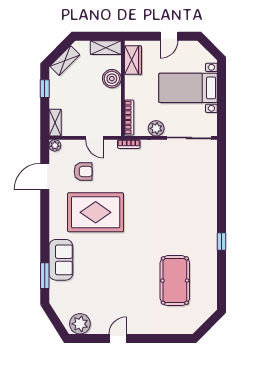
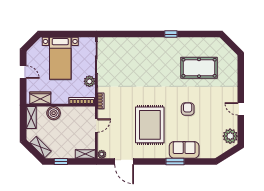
armchair: (83, 172) -> (188, 109), moved
window: (45, 276) -> (175, 162), moved

